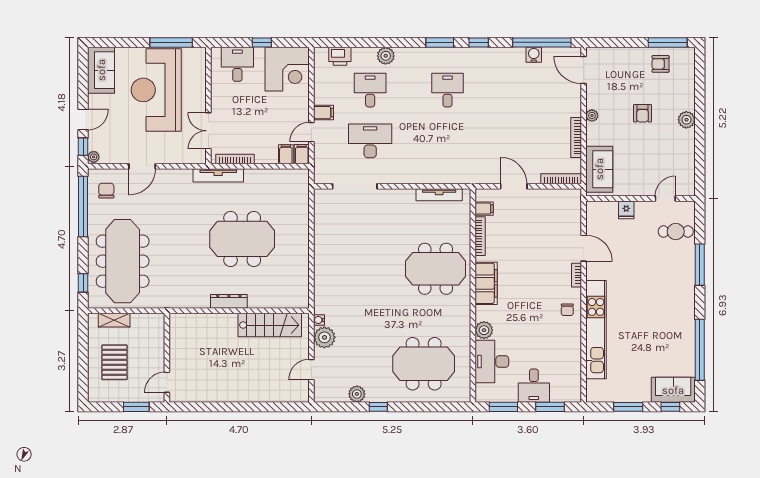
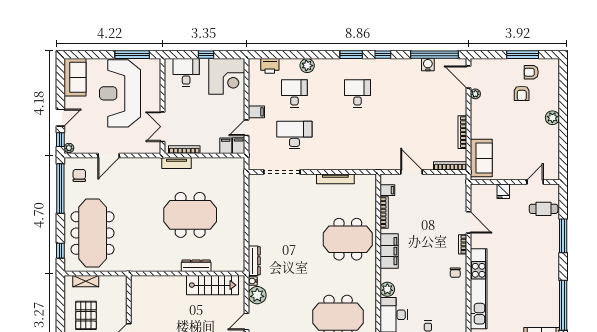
window: (668, 42) -> (523, 55), moved
armchair: (643, 113) -> (522, 93), moved
plant: (592, 116) -> (475, 94), moved
tv unit: (218, 175) -> (176, 163), width x0.71
tv unit: (439, 195) -> (335, 179), moved
dresser: (321, 295) -> (254, 261), added
dresser: (229, 301) -> (196, 266), moved

